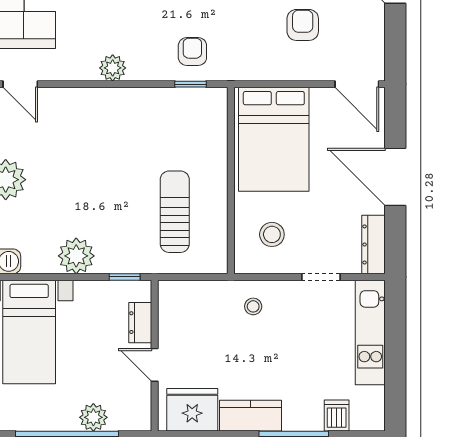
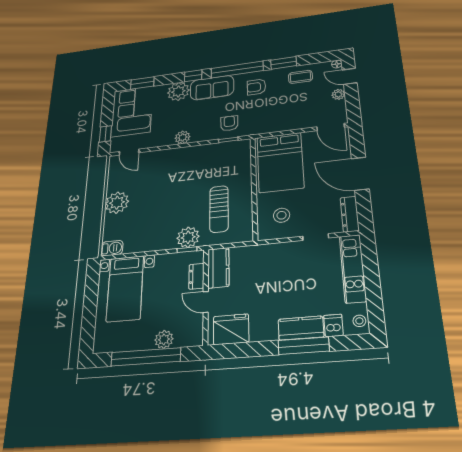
plant: (374, 22) -> (338, 94), added
armchair: (303, 25) -> (295, 102), removed
sun lounger: (175, 212) -> (219, 209), turned 180
plant: (76, 256) -> (188, 237), moved
stool: (253, 306) -> (359, 321), moved
kitchen counter: (174, 312) -> (218, 268), added
kitchen counter: (251, 416) -> (301, 328), moved

